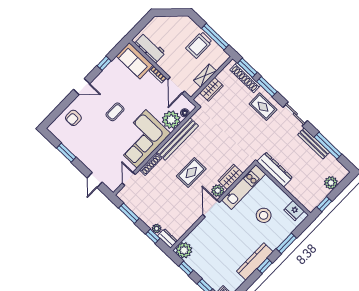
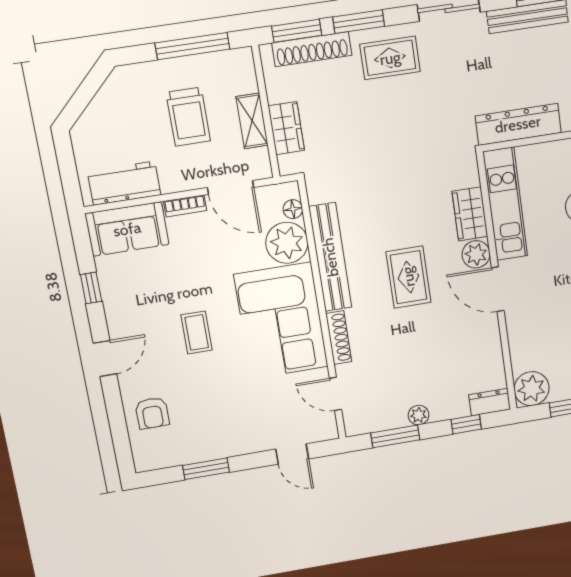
trolley: (199, 45) -> (188, 117), moved
plant: (157, 229) -> (419, 415), moved

